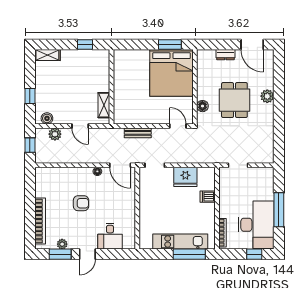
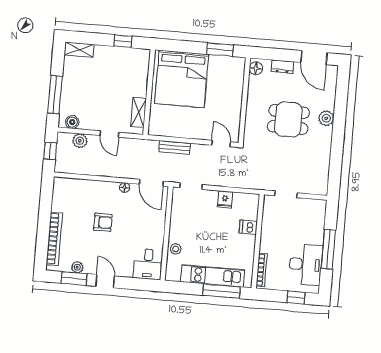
bed: (171, 73) -> (182, 79), moved
window: (30, 96) -> (55, 95), width x2.17
dining table: (234, 100) -> (288, 119), turned 90
floor lamp: (202, 106) -> (256, 68), moved
fridge: (185, 177) -> (225, 200), width x0.53, depth x0.75
stool: (146, 221) -> (176, 249), added
desk: (256, 225) -> (306, 264), width x0.73, depth x0.77
desk: (110, 236) -> (148, 264), moved
door: (87, 254) -> (105, 281), swing flipped

